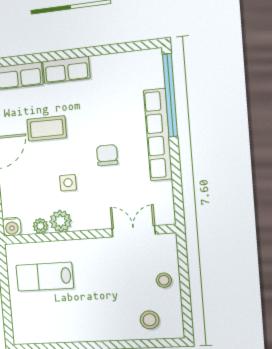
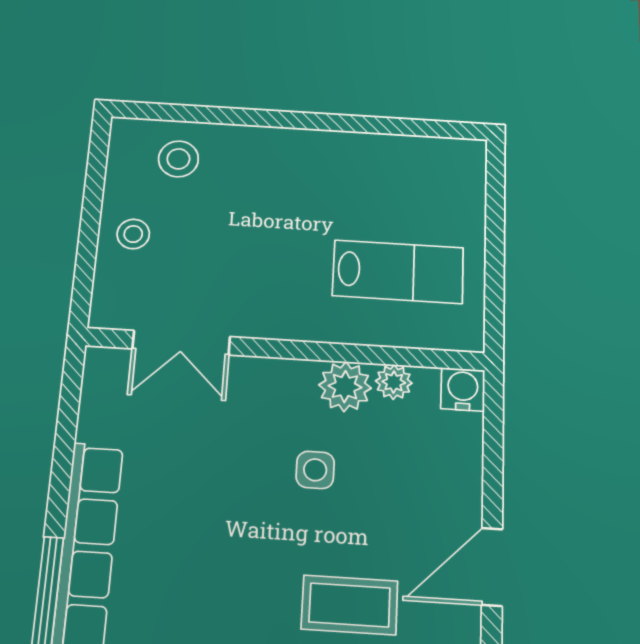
chair: (107, 155) -> (213, 519), removed

